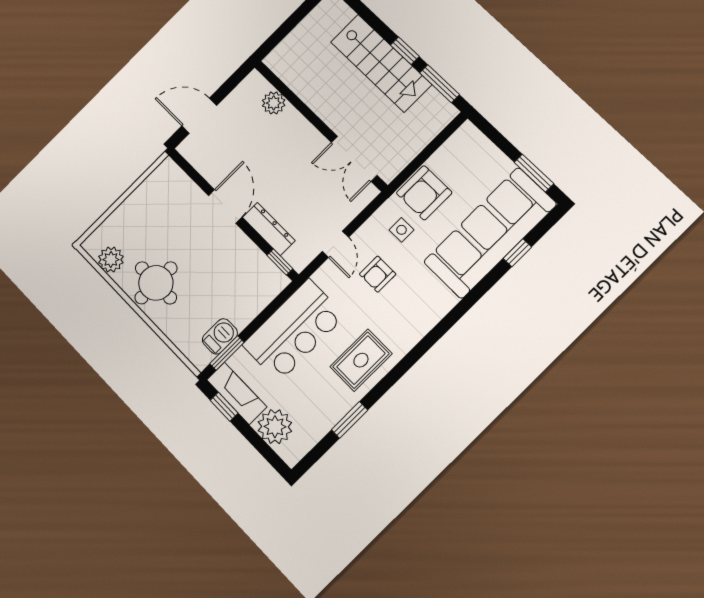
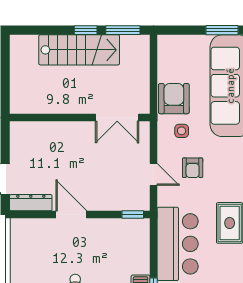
plant: (274, 103) -> (41, 130), removed
armchair: (424, 193) -> (174, 99), turned 180
dresser: (269, 229) -> (31, 203), moved

